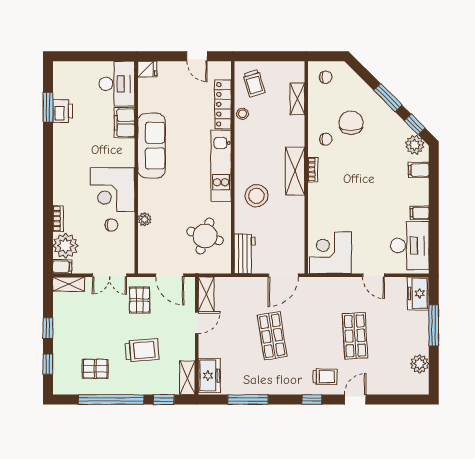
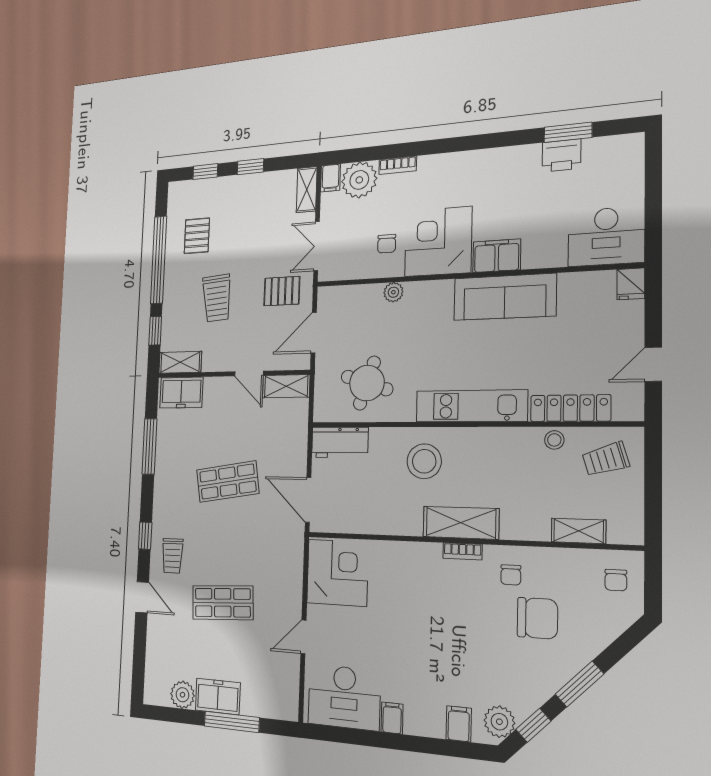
filing cabinet: (124, 123) -> (497, 256), moved
freezer: (418, 293) -> (218, 697), moved

